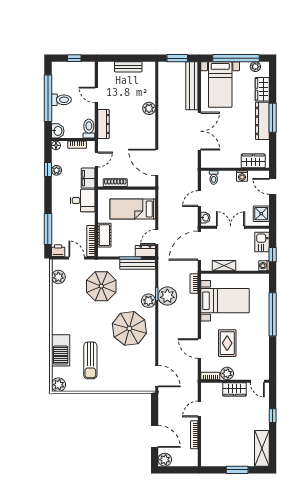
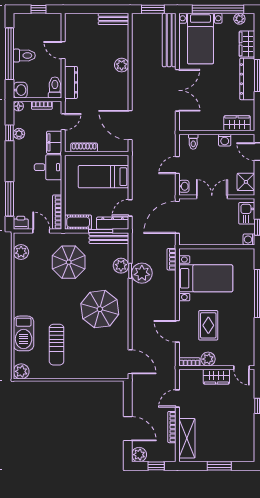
bench: (128, 67) -> (113, 19), moved
cot: (104, 235) -> (78, 222), moved, turned 90
dresser: (145, 251) -> (113, 223), width x1.44
shelving: (224, 266) -> (205, 239), removed
plant: (148, 301) -> (121, 266), moved
shelving: (262, 448) -> (187, 438), moved
window: (180, 470) -> (156, 466), added

